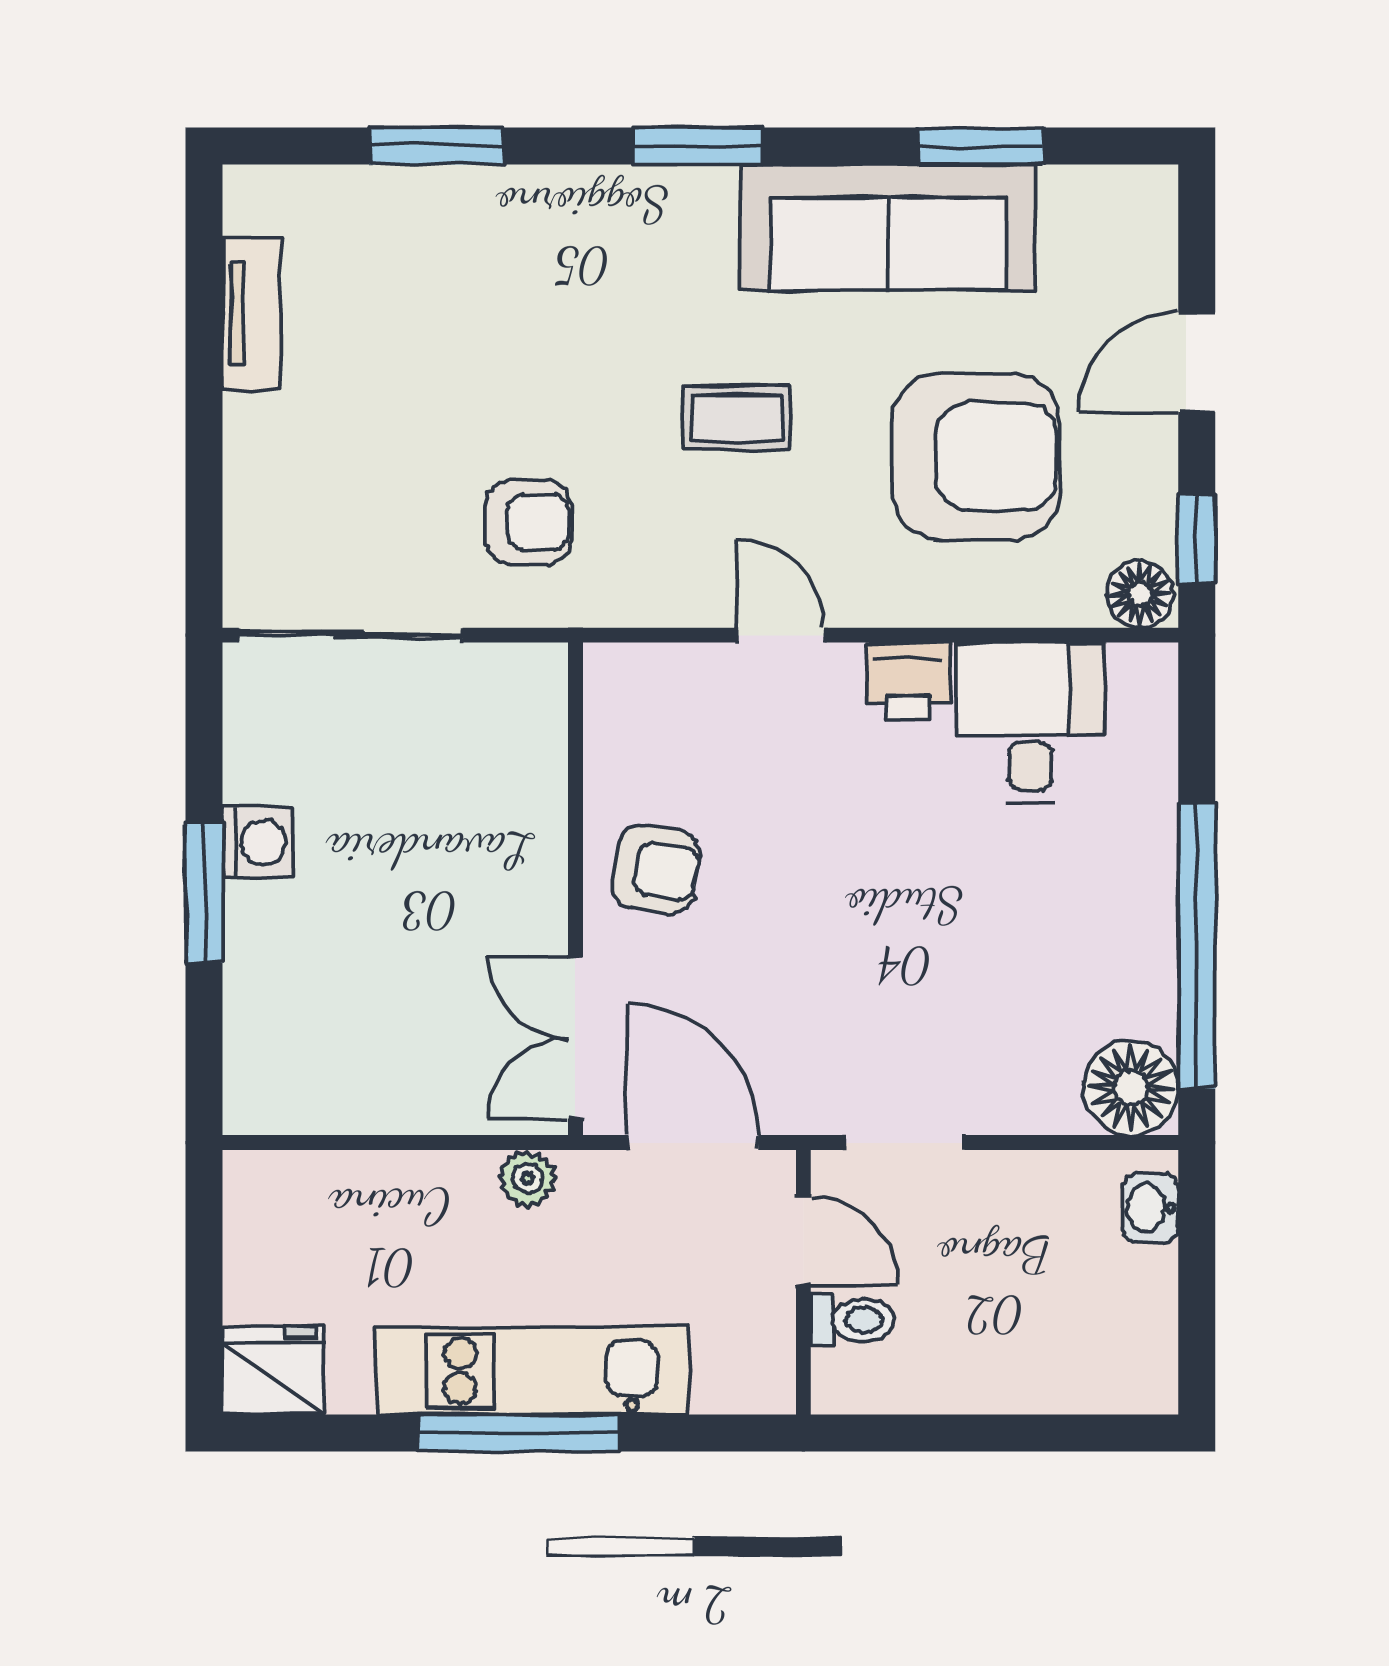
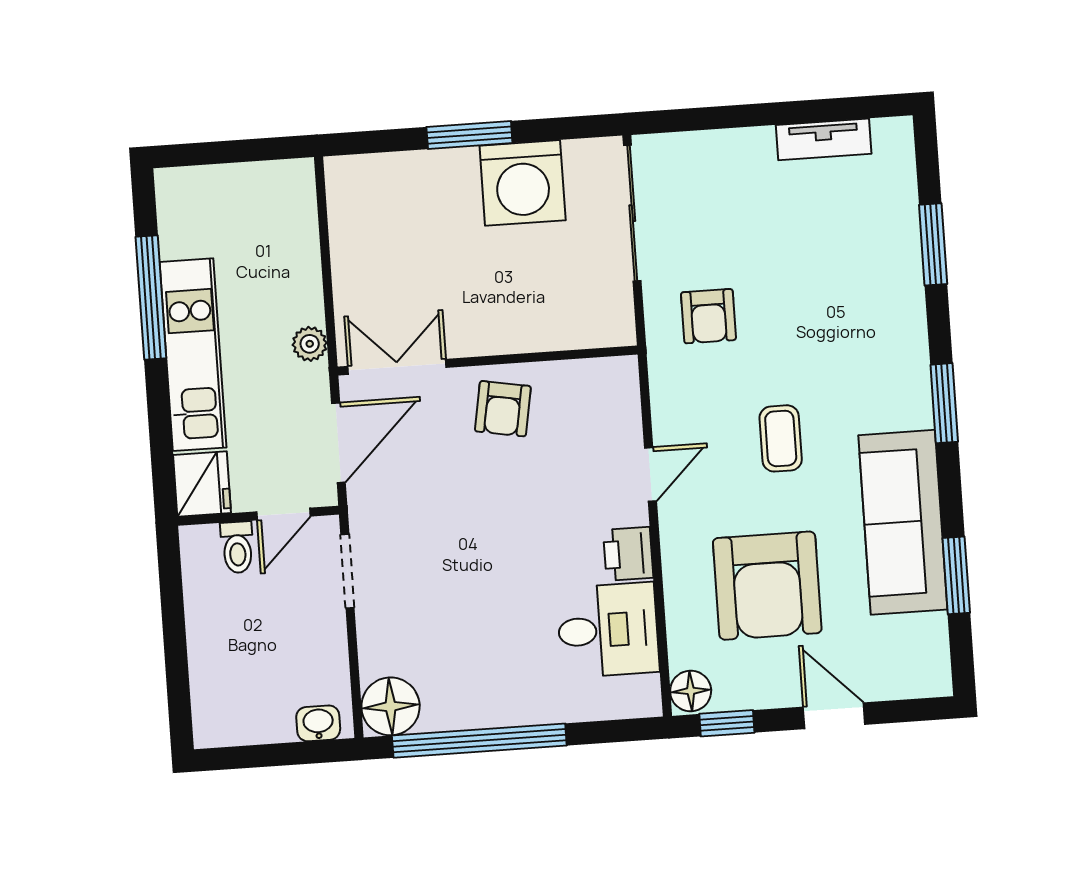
washing machine: (257, 842) -> (523, 183), width x1.89, depth x1.89
fridge: (274, 1371) -> (202, 484), moved
window: (519, 1433) -> (151, 297), moved

